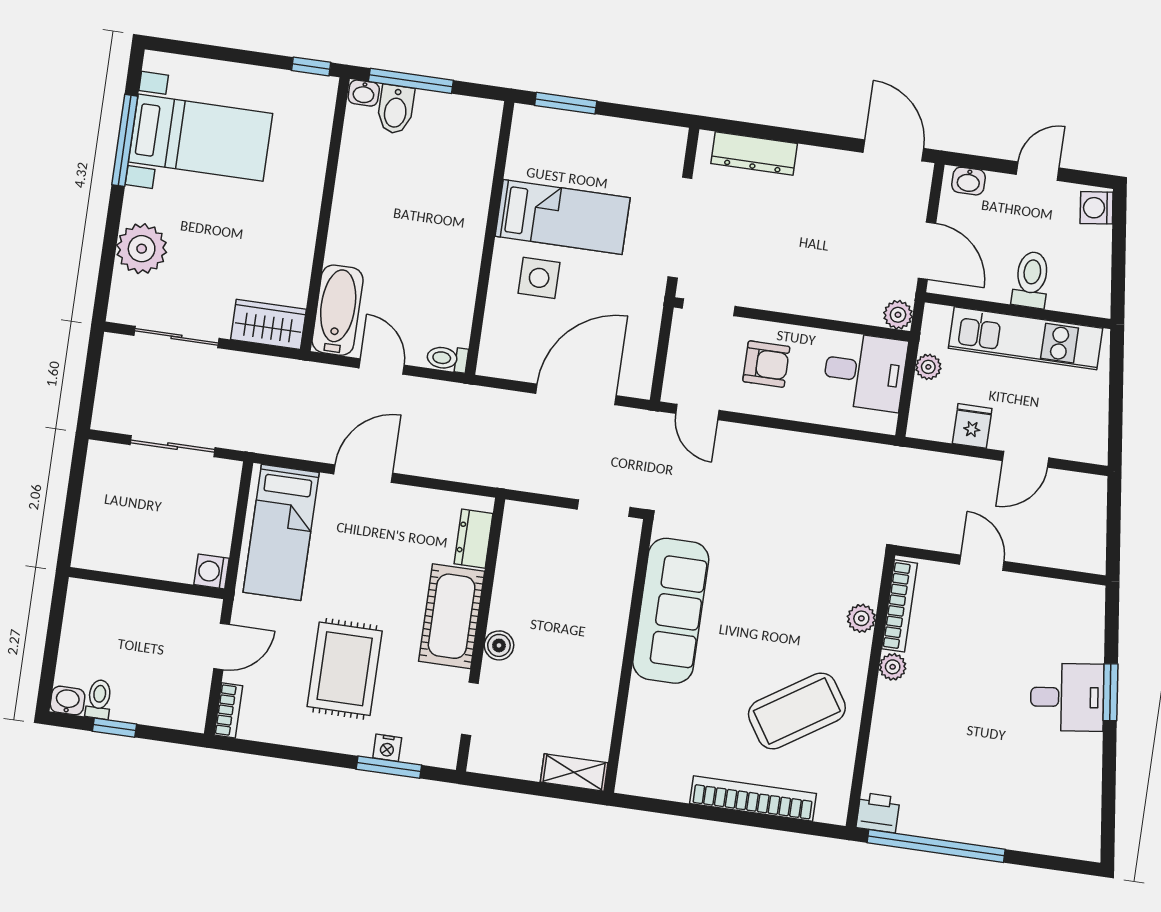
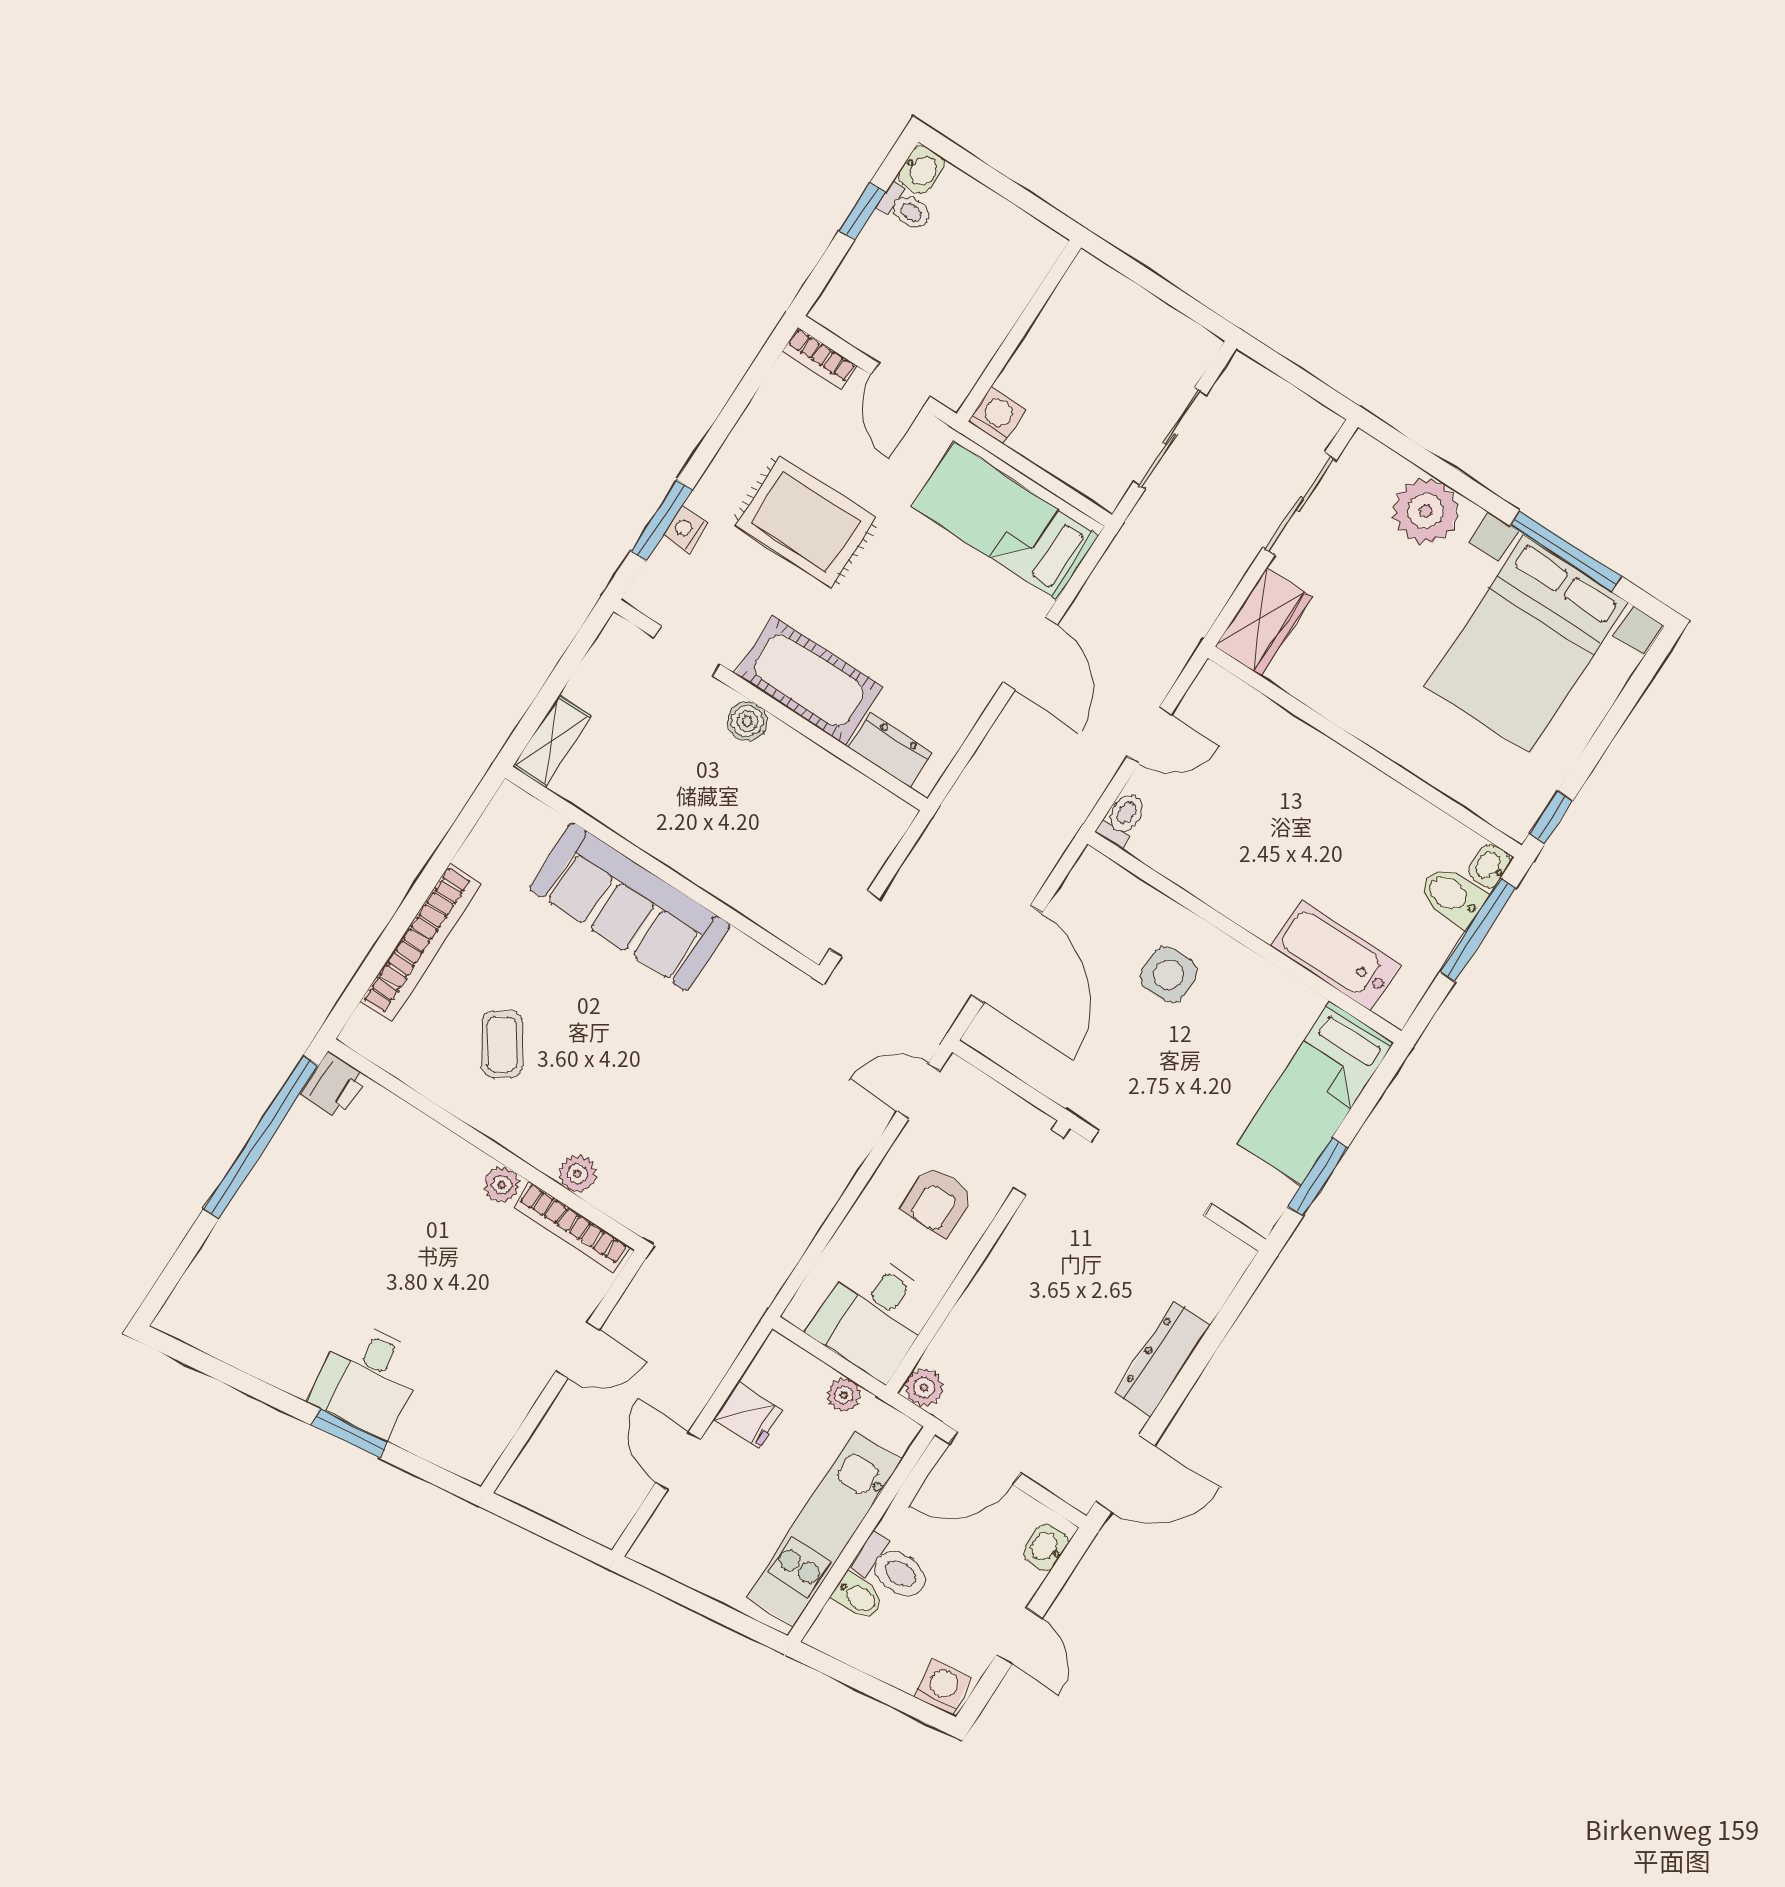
window: (566, 103) -> (1318, 1177), moved
bed with nightstands: (201, 138) -> (1527, 644), width x1.36
dresser: (754, 154) -> (1163, 1359), moved
bed: (563, 217) -> (1315, 1093), moved
bidet: (1061, 294) -> (858, 1596), added
bathtub: (338, 310) -> (1336, 955), moved, turned 180
sofa: (671, 611) -> (630, 907), moved
coffee table: (797, 711) -> (502, 1044), width x0.54, depth x0.58

